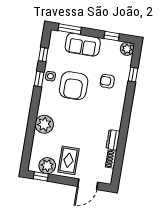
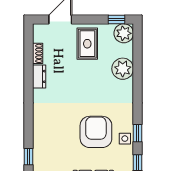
armchair: (107, 81) -> (57, 144), removed
plant: (44, 124) -> (123, 69), moved
plant: (47, 166) -> (124, 33), moved

